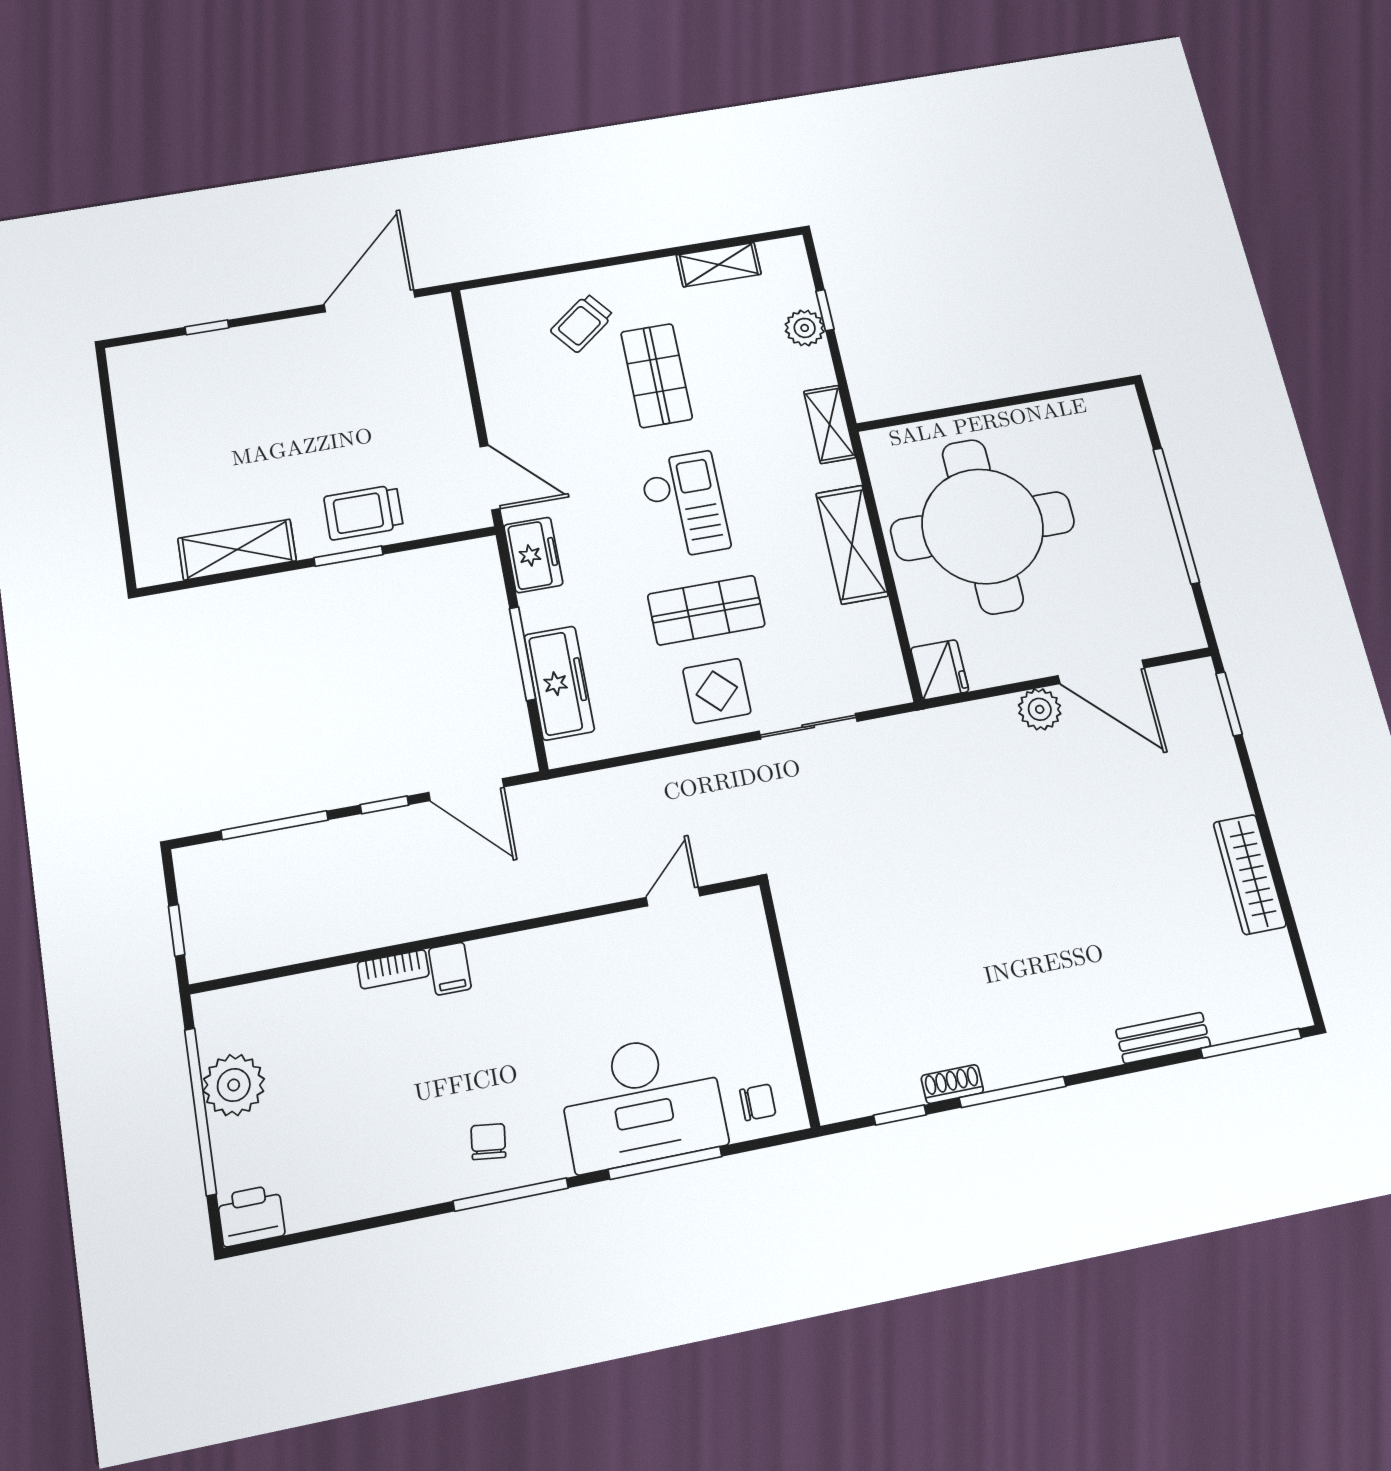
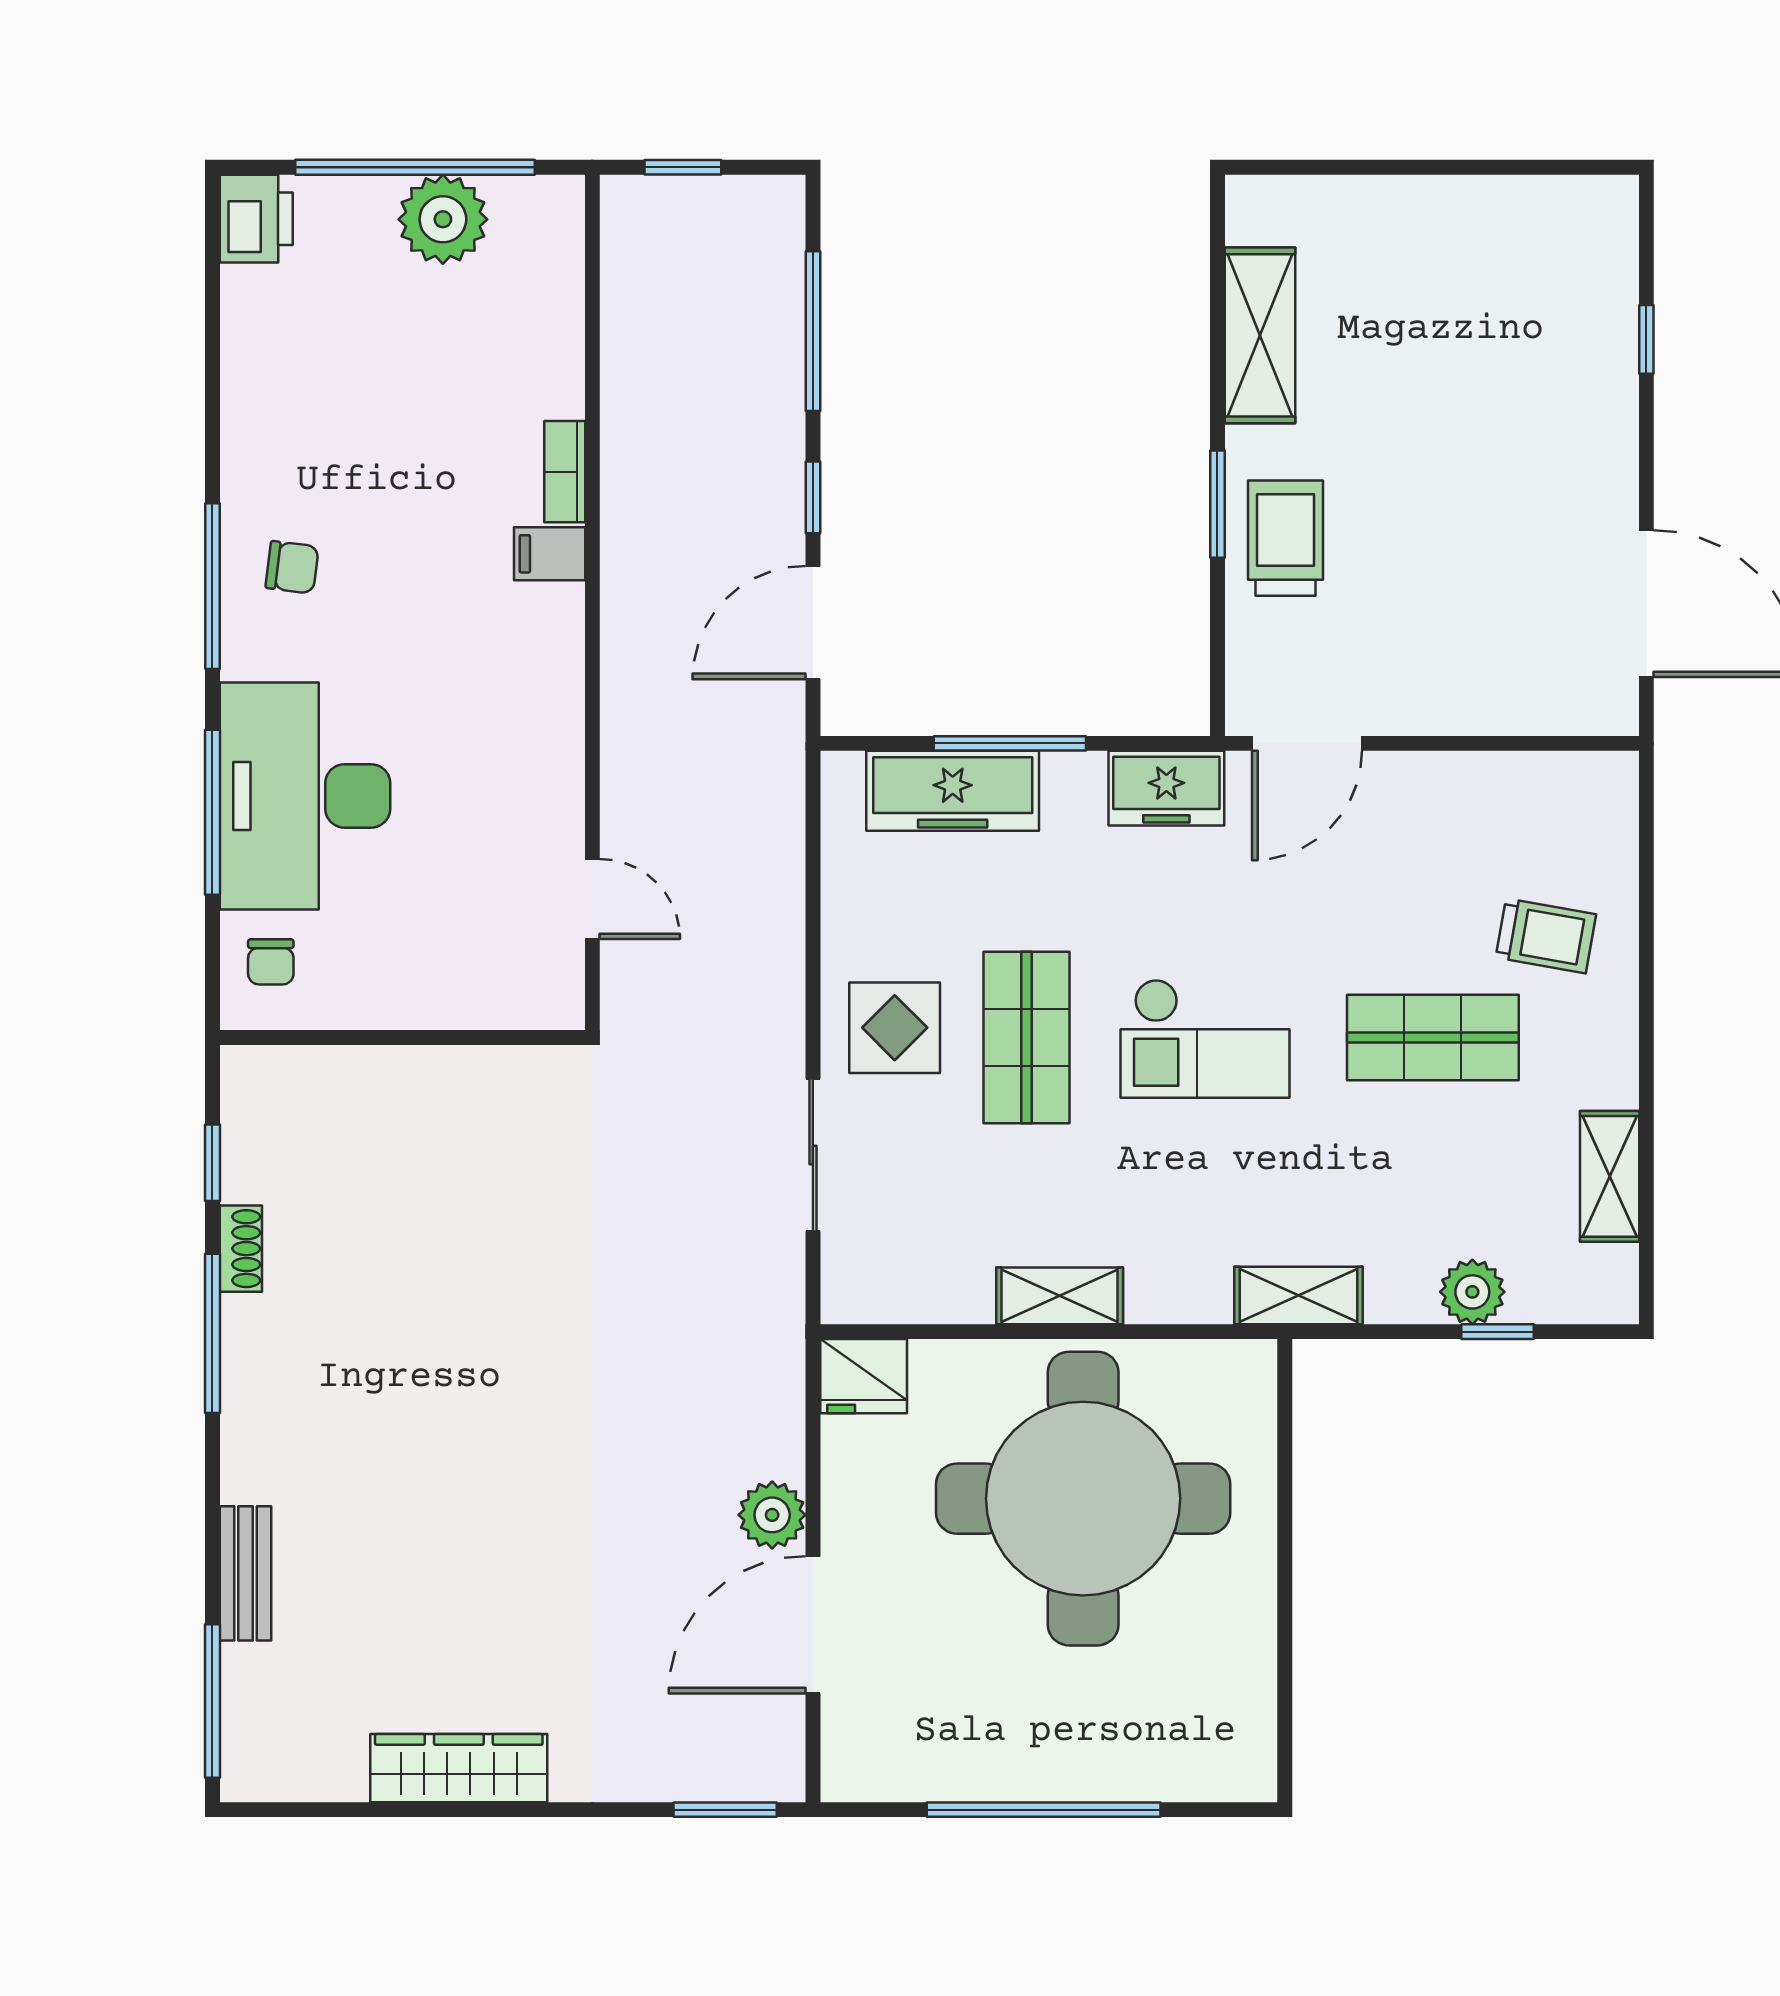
trolley: (582, 323) -> (1546, 936), turned 138
shelving: (852, 544) -> (1060, 1296), width x0.67, depth x0.75

